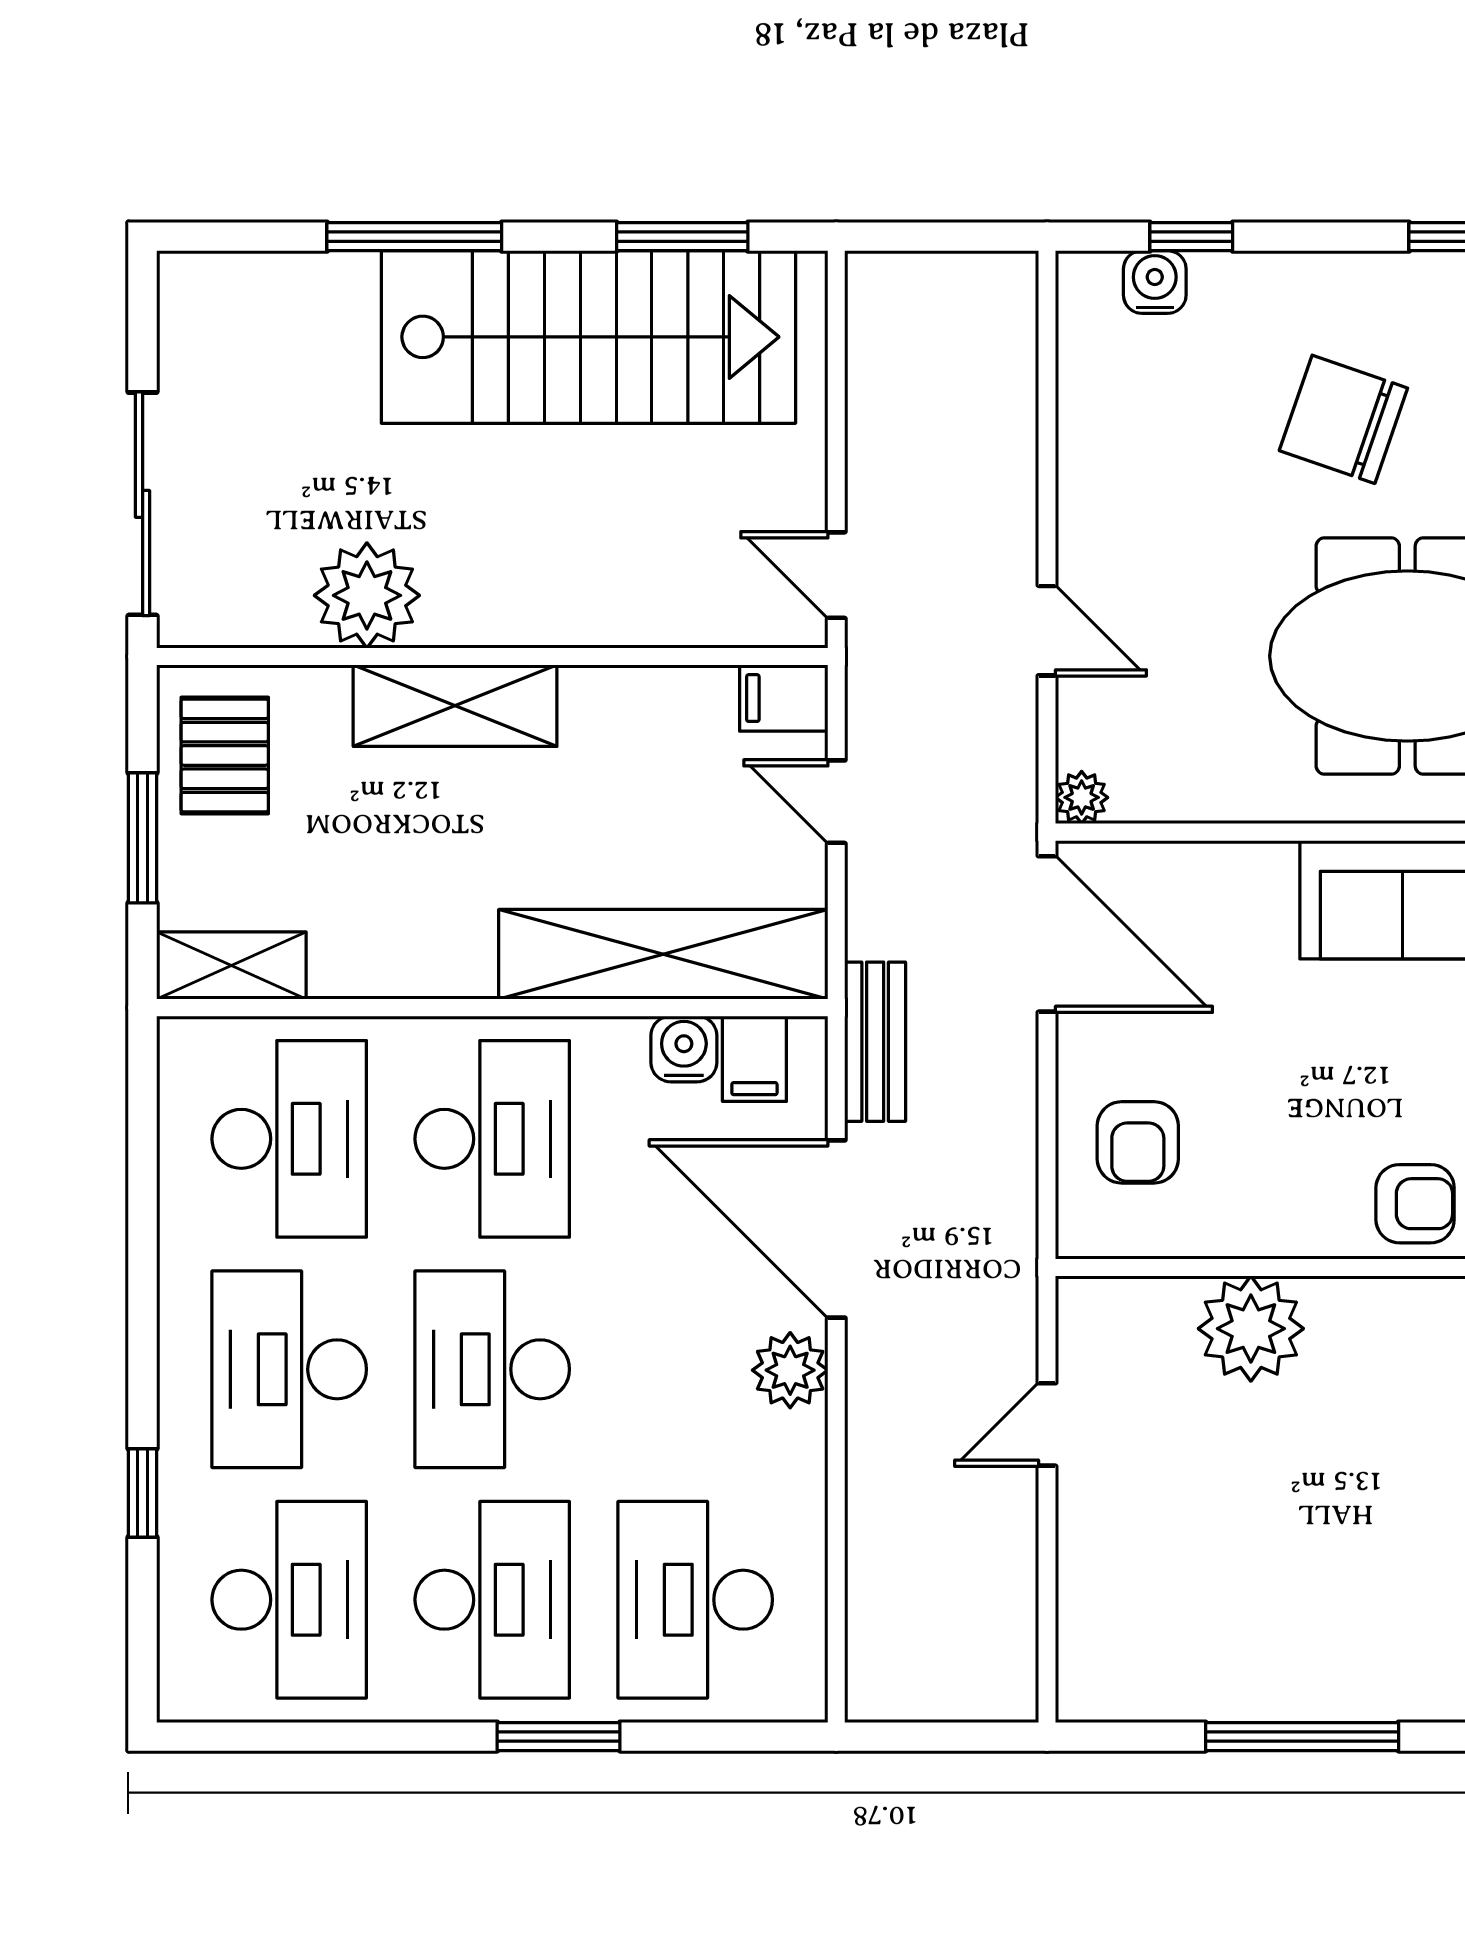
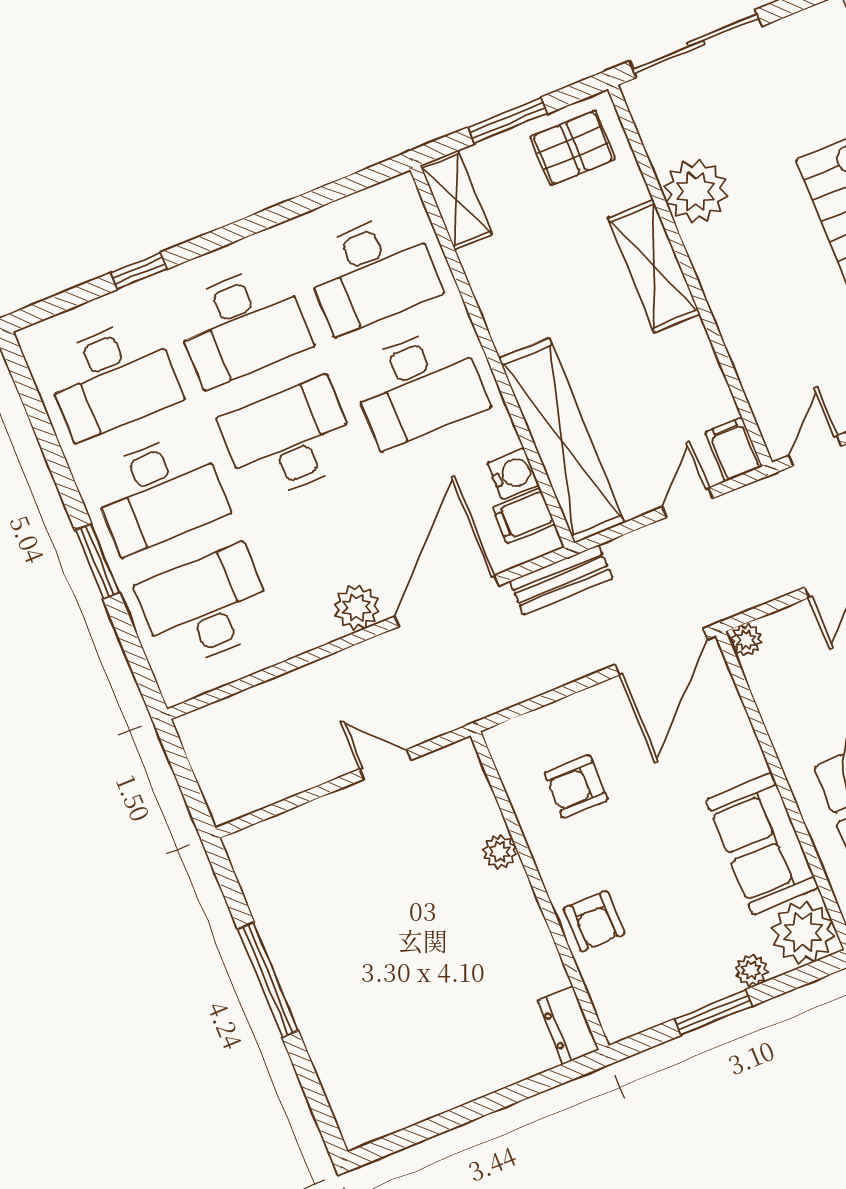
armchair: (1138, 1142) -> (576, 787), moved
plant: (1251, 1329) -> (500, 852), width x0.53, depth x0.53
desk: (289, 1369) -> (242, 325), turned 180

